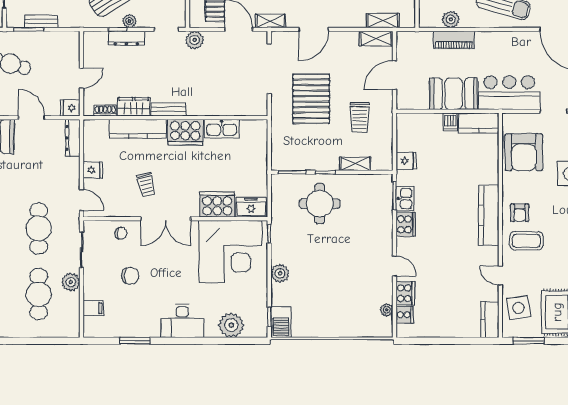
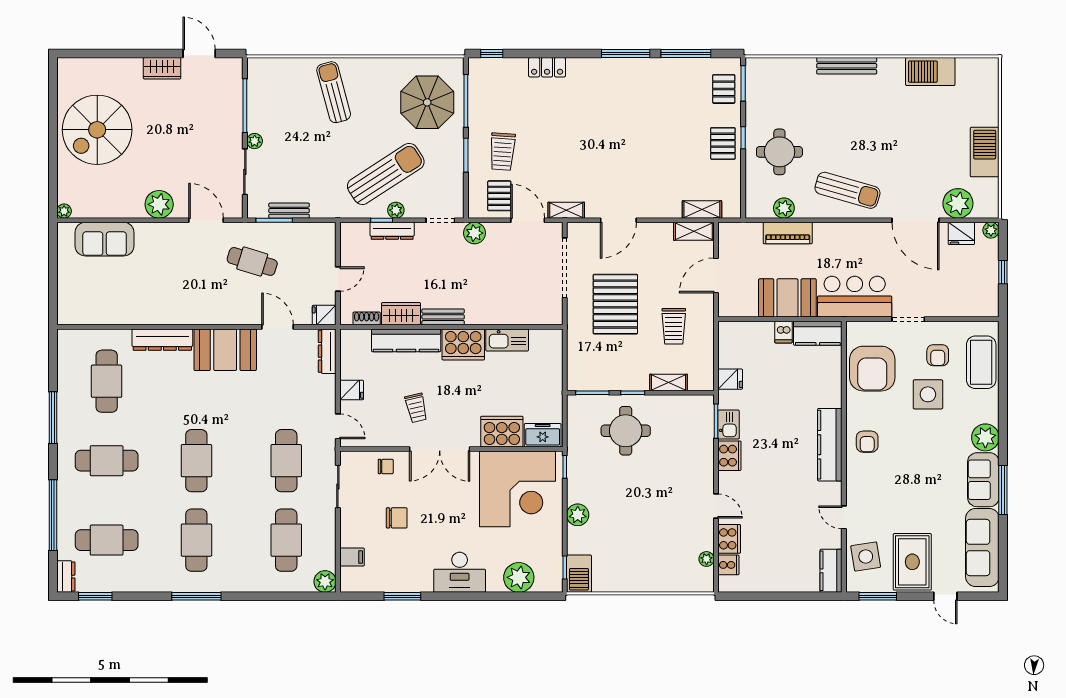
coffee table: (526, 241) -> (875, 476), removed
plant: (71, 282) -> (325, 582), moved

